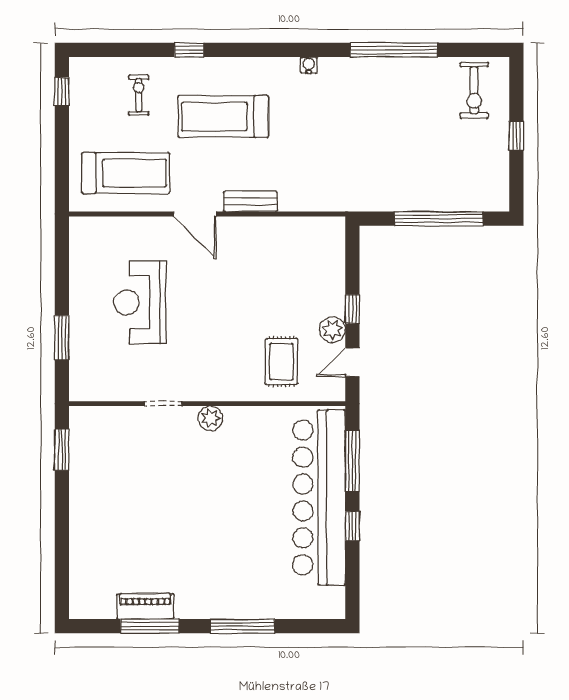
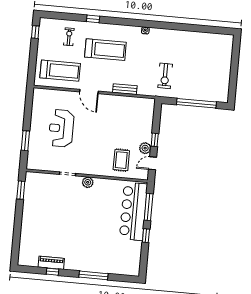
window: (394, 50) -> (183, 27), removed
exercise bike: (474, 90) -> (165, 76), moved
treadmill: (223, 117) -> (105, 50), turned 180
window: (516, 136) -> (234, 70), removed
bench: (251, 201) -> (125, 89), moved
bar counter: (319, 497) -> (133, 211), width x0.73
window: (150, 626) -> (53, 272), width x0.46

